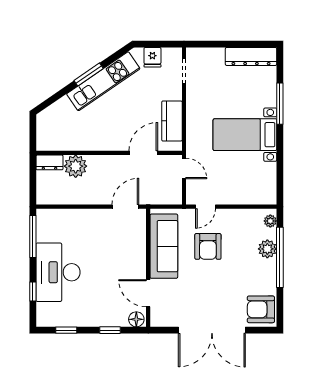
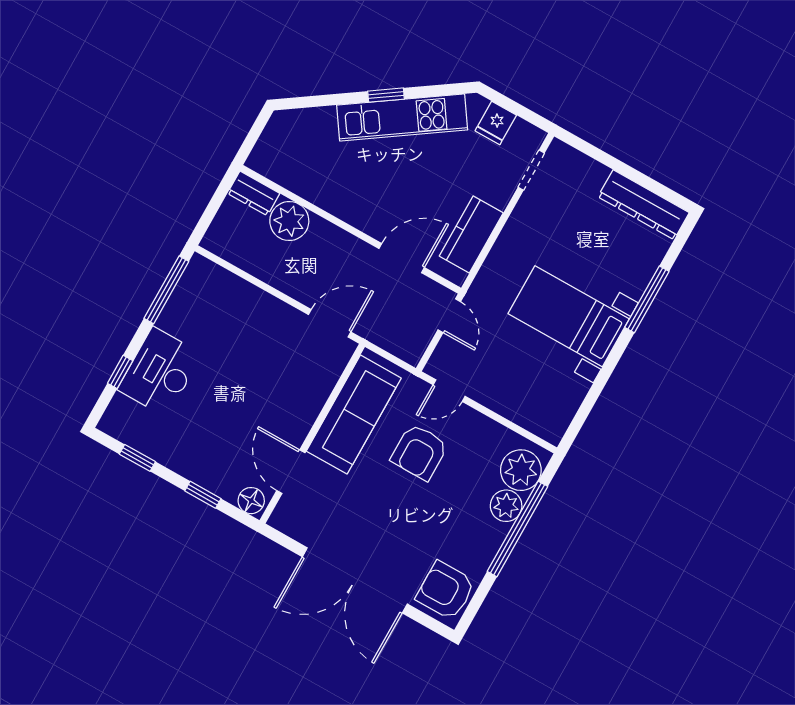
window: (89, 75) -> (386, 95), width x0.67
plant: (270, 221) -> (521, 470), width x1.88, depth x1.88
desk: (58, 272) -> (160, 372), width x0.73, depth x0.77

